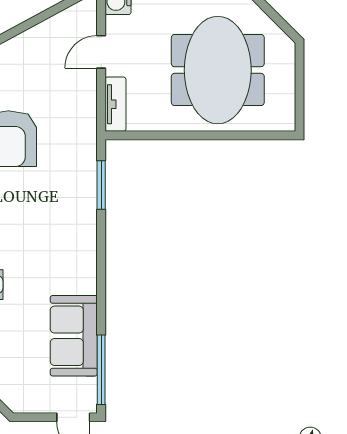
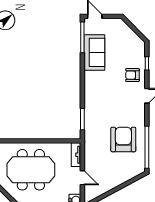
door: (101, 52) -> (82, 178), hinge flipped
meeting table: (218, 70) -> (31, 170), turned 90

